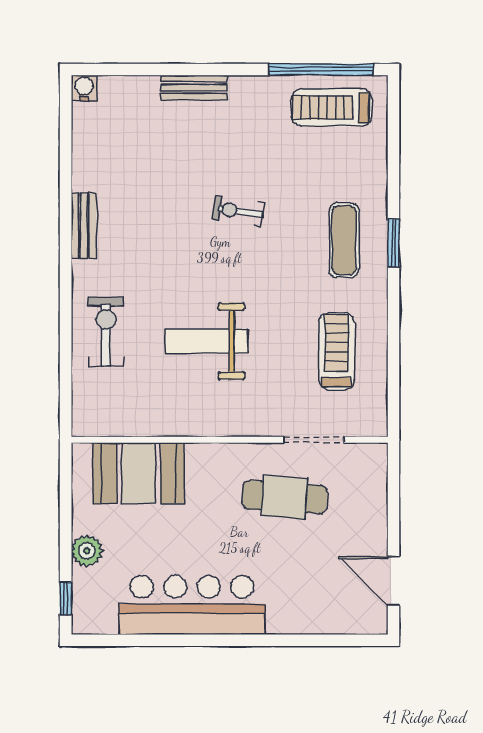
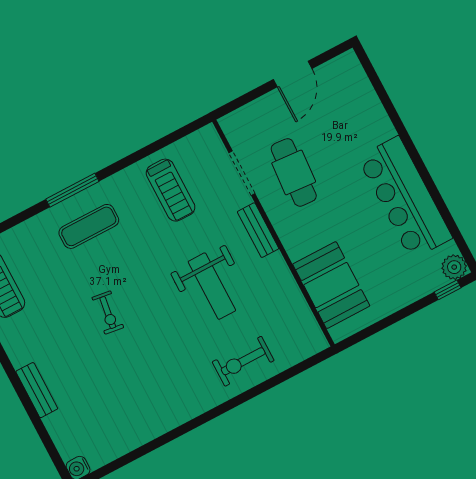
bench: (84, 226) -> (258, 230), moved, turned 90
window: (393, 243) -> (72, 190), width x1.44
treadmill: (337, 351) -> (171, 190), turned -90
plant: (87, 551) -> (454, 267), moved
door: (393, 581) -> (293, 74), moved

